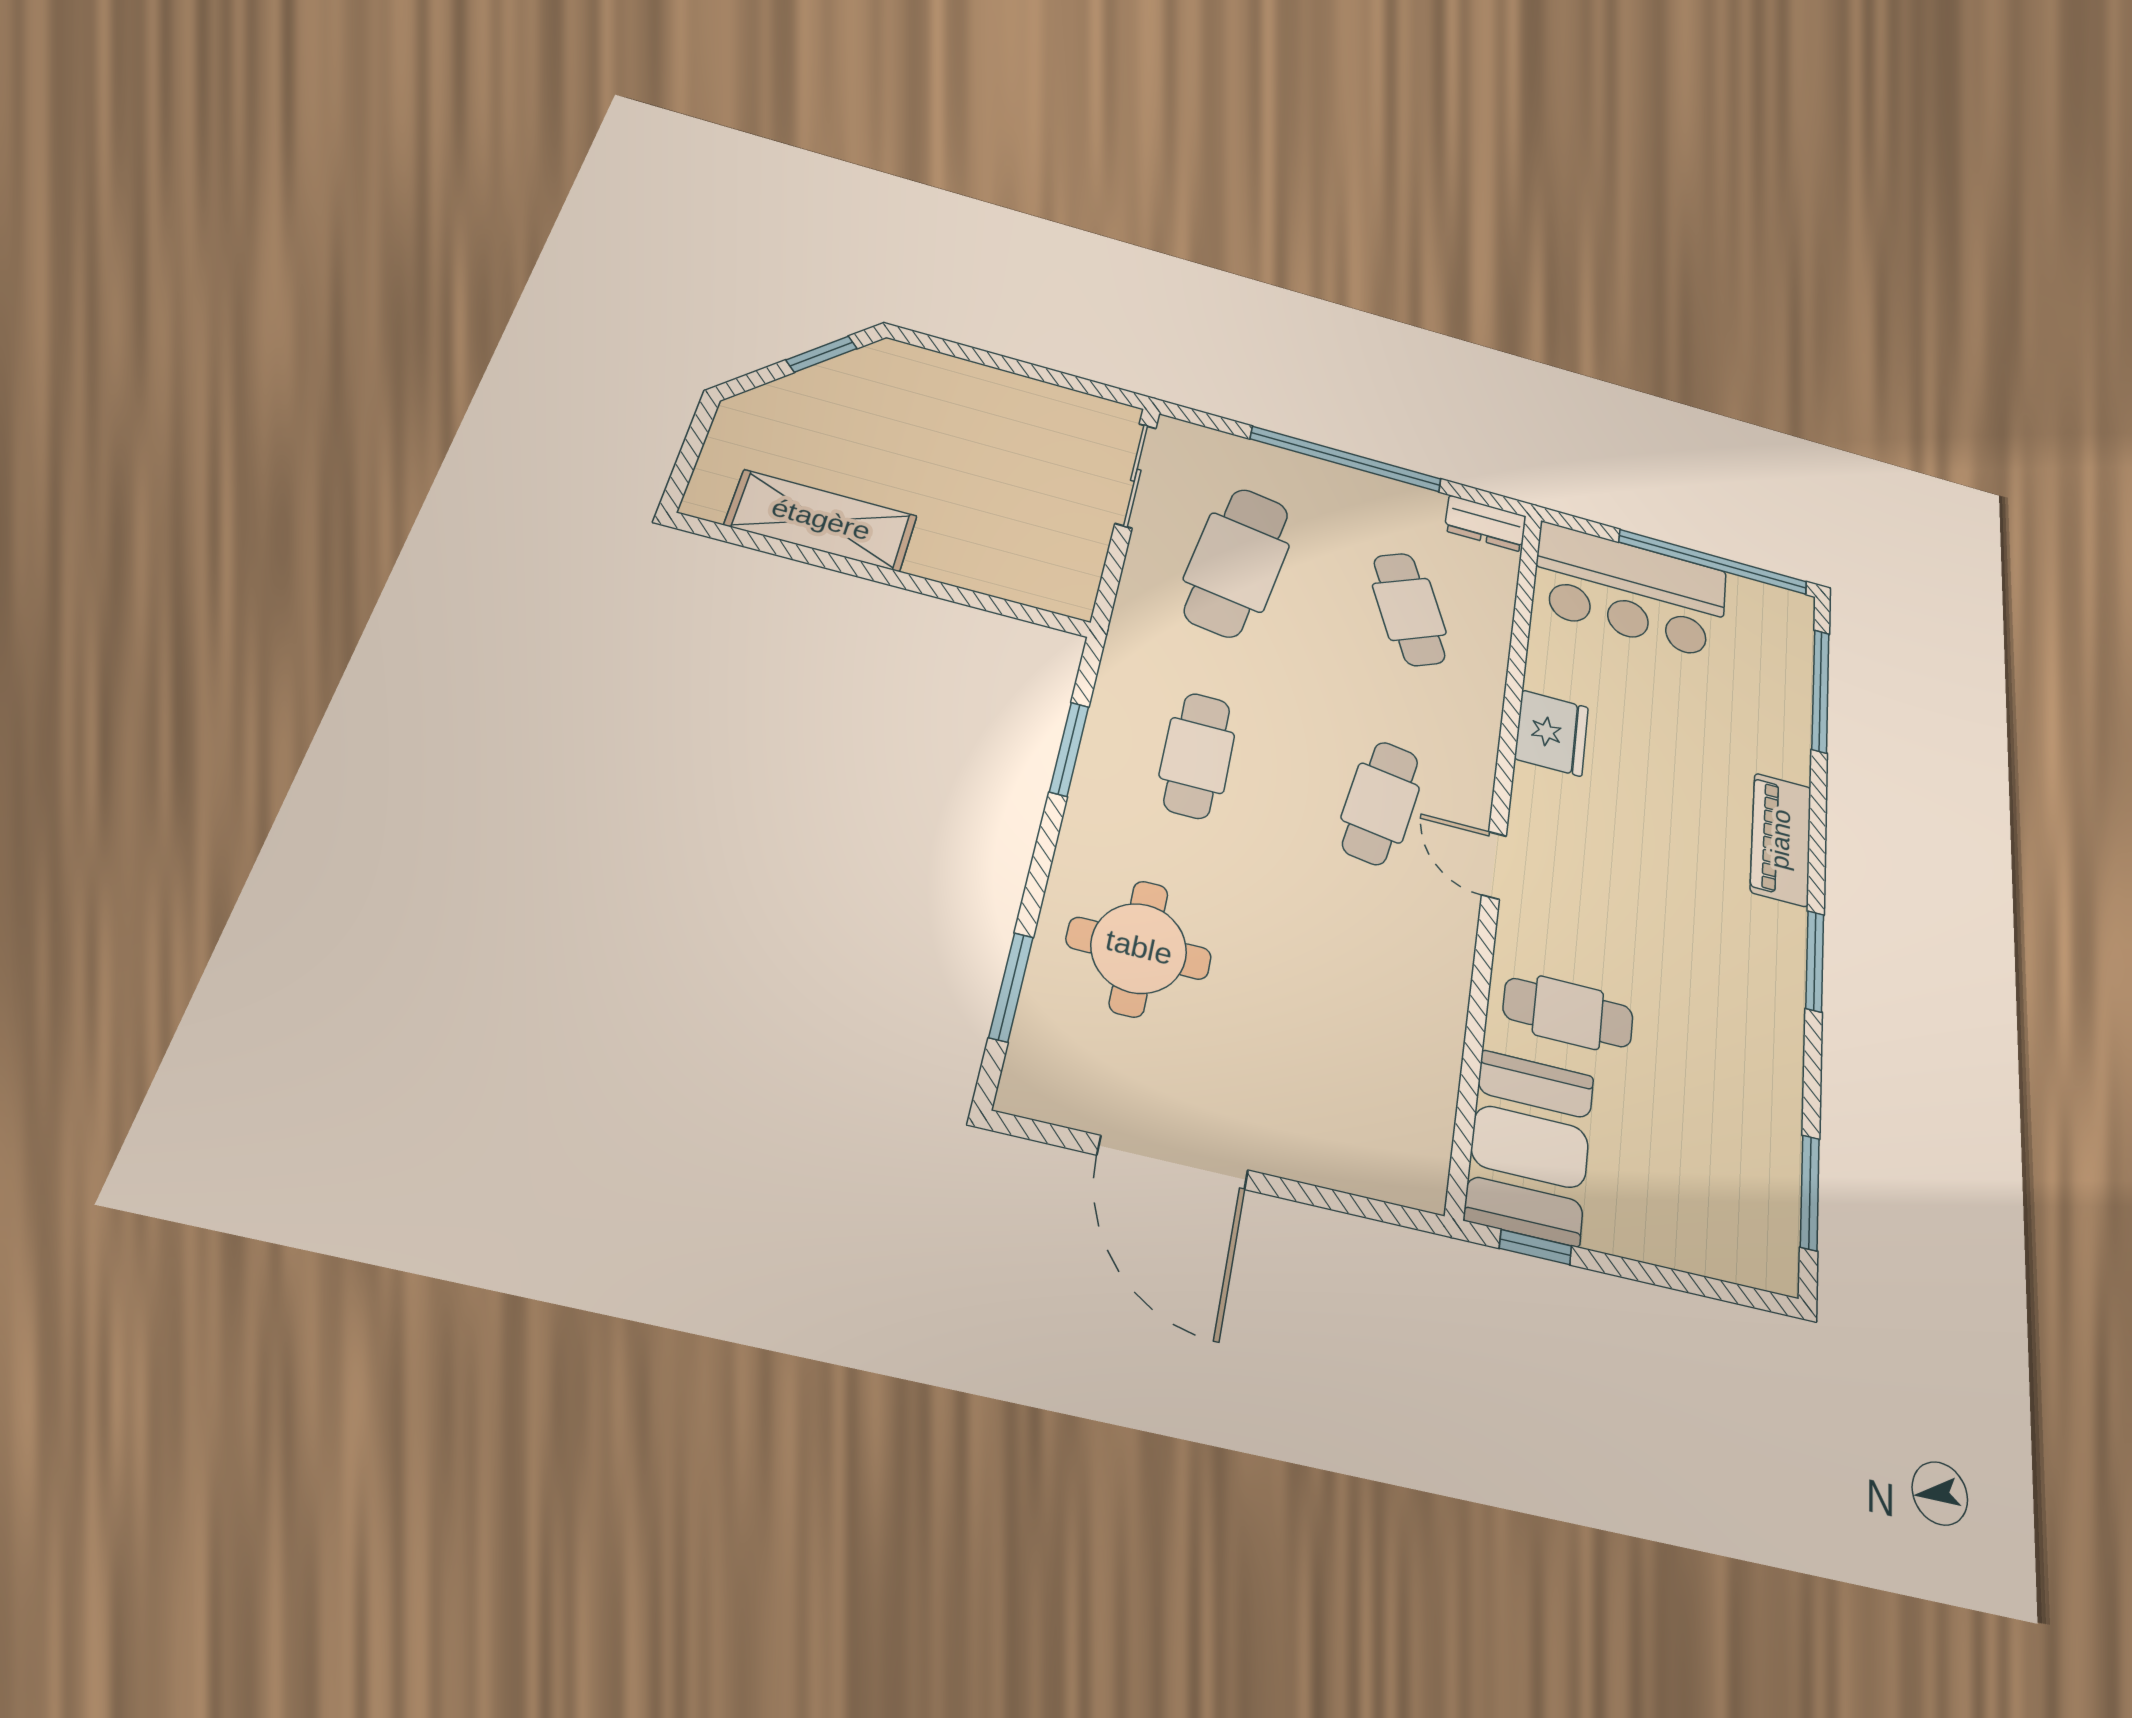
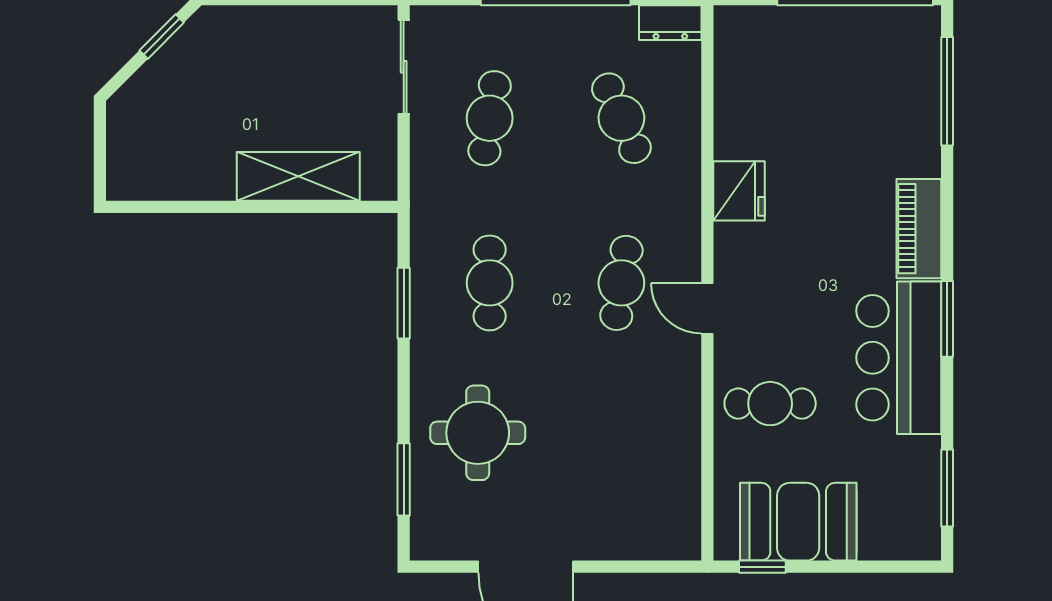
shelving: (821, 520) -> (298, 176), moved
cafe table: (1237, 562) -> (490, 118), width x0.73, depth x0.74
bar counter: (1630, 591) -> (899, 358), moved, turned 90
booth: (1530, 1147) -> (798, 522), moved, turned 90

